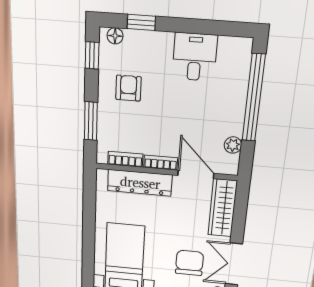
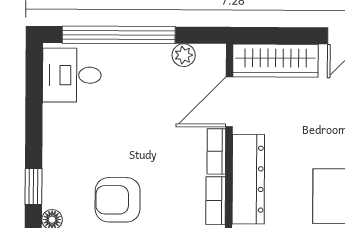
desk: (195, 57) -> (72, 75), moved
armchair: (128, 88) -> (118, 200), width x1.38, depth x1.38

